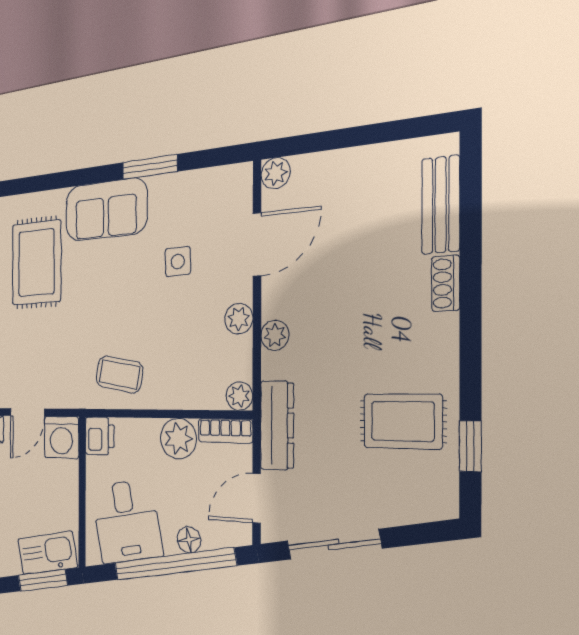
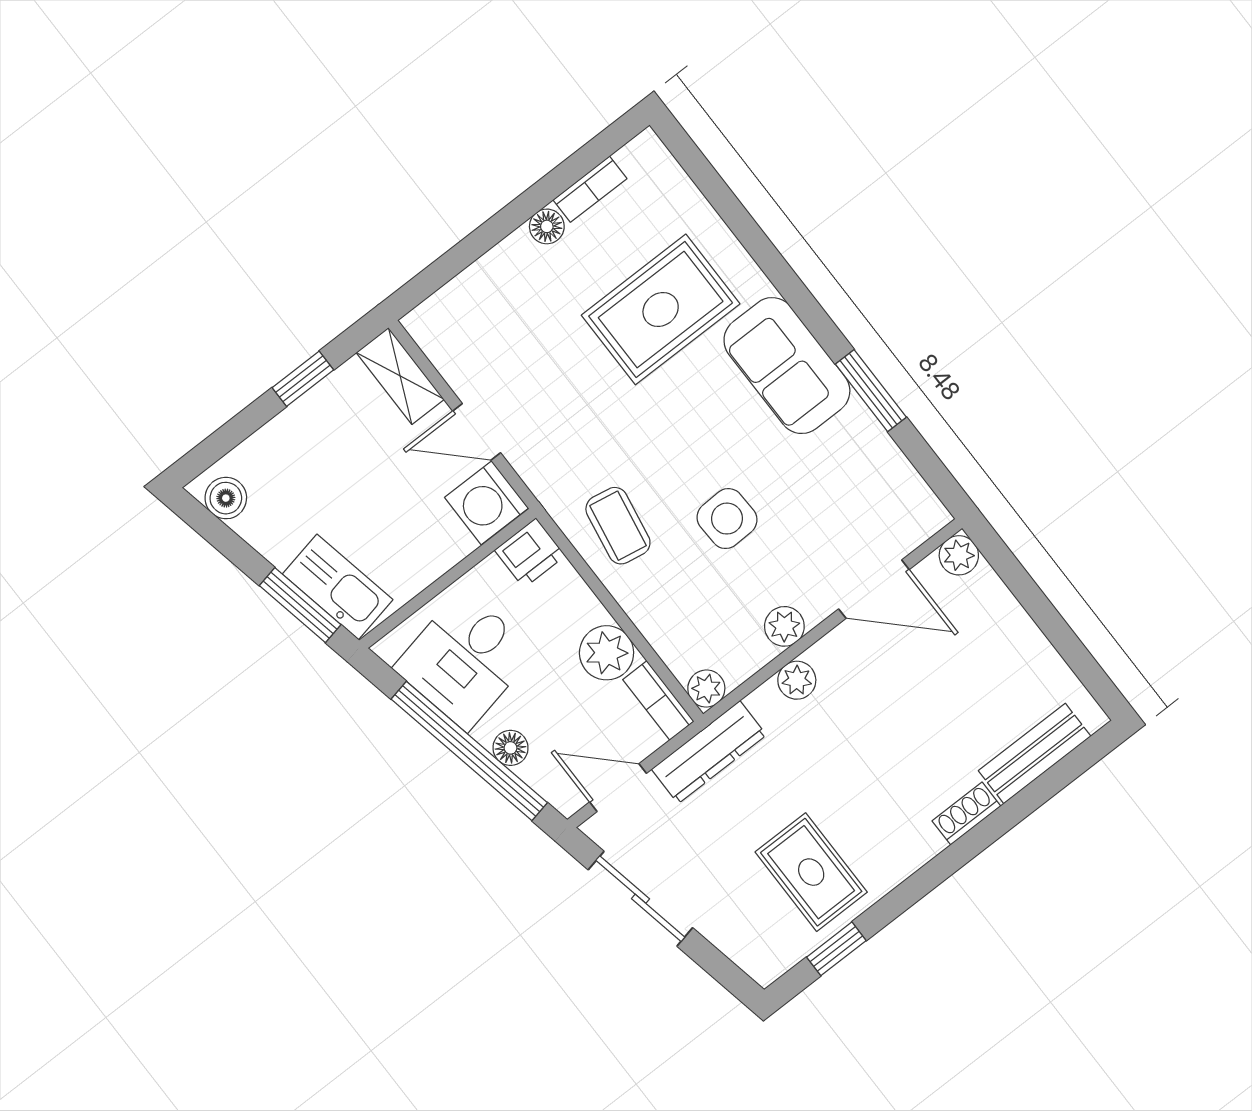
side table: (178, 261) -> (727, 519), moved, width x1.37, depth x1.37

